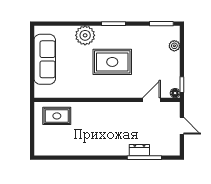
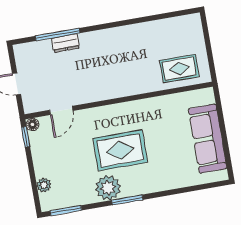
plant: (85, 35) -> (108, 188), moved

